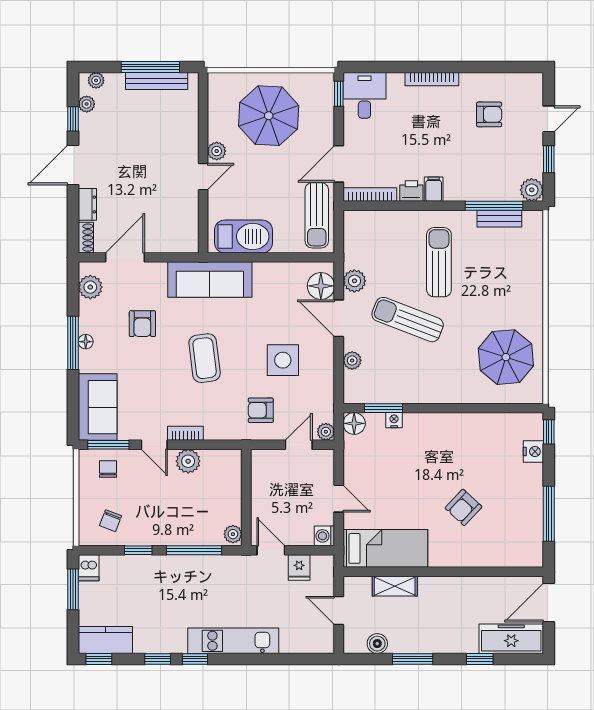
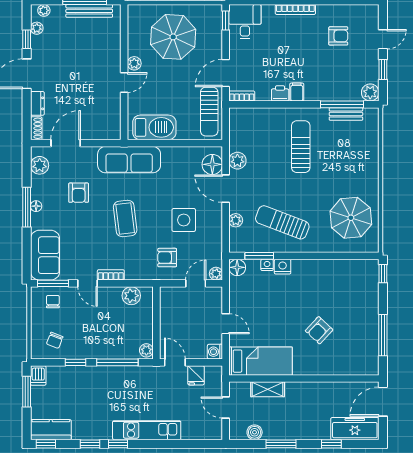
bookcase: (370, 195) -> (242, 96), width x0.64
sun lounger: (408, 320) -> (282, 222), moved
nightstand: (533, 452) -> (283, 267), moved, turned -90
plant: (188, 461) -> (131, 296), moved

